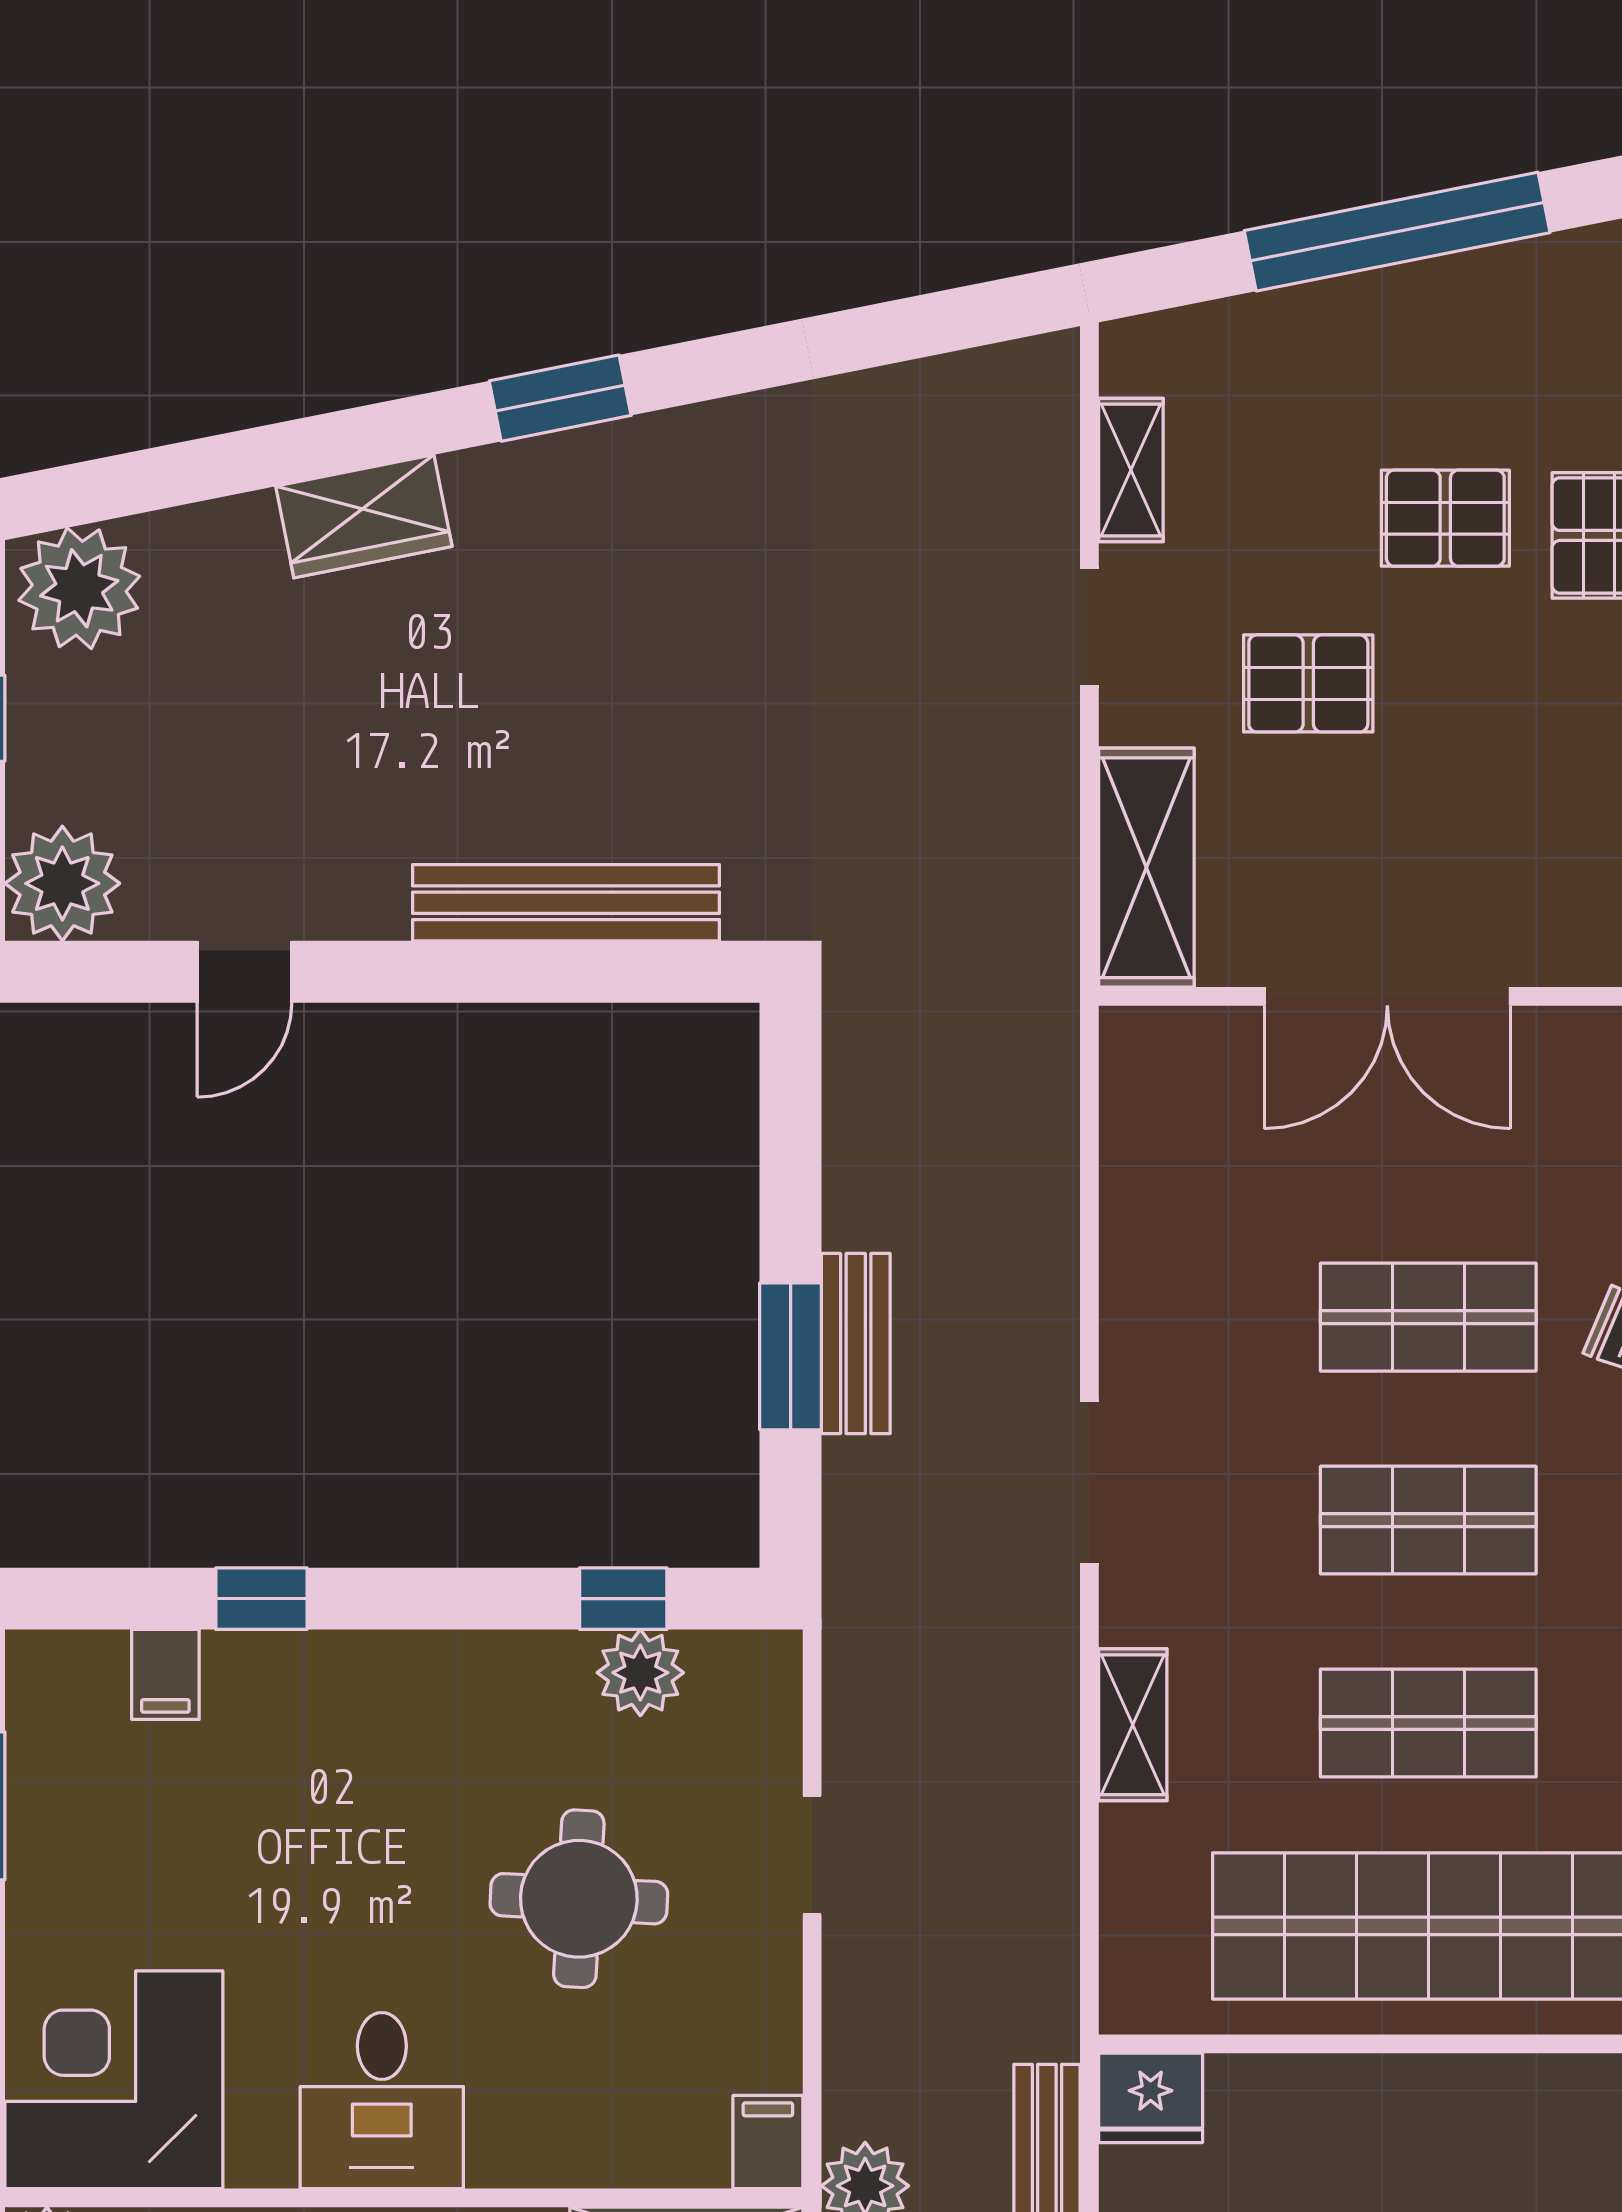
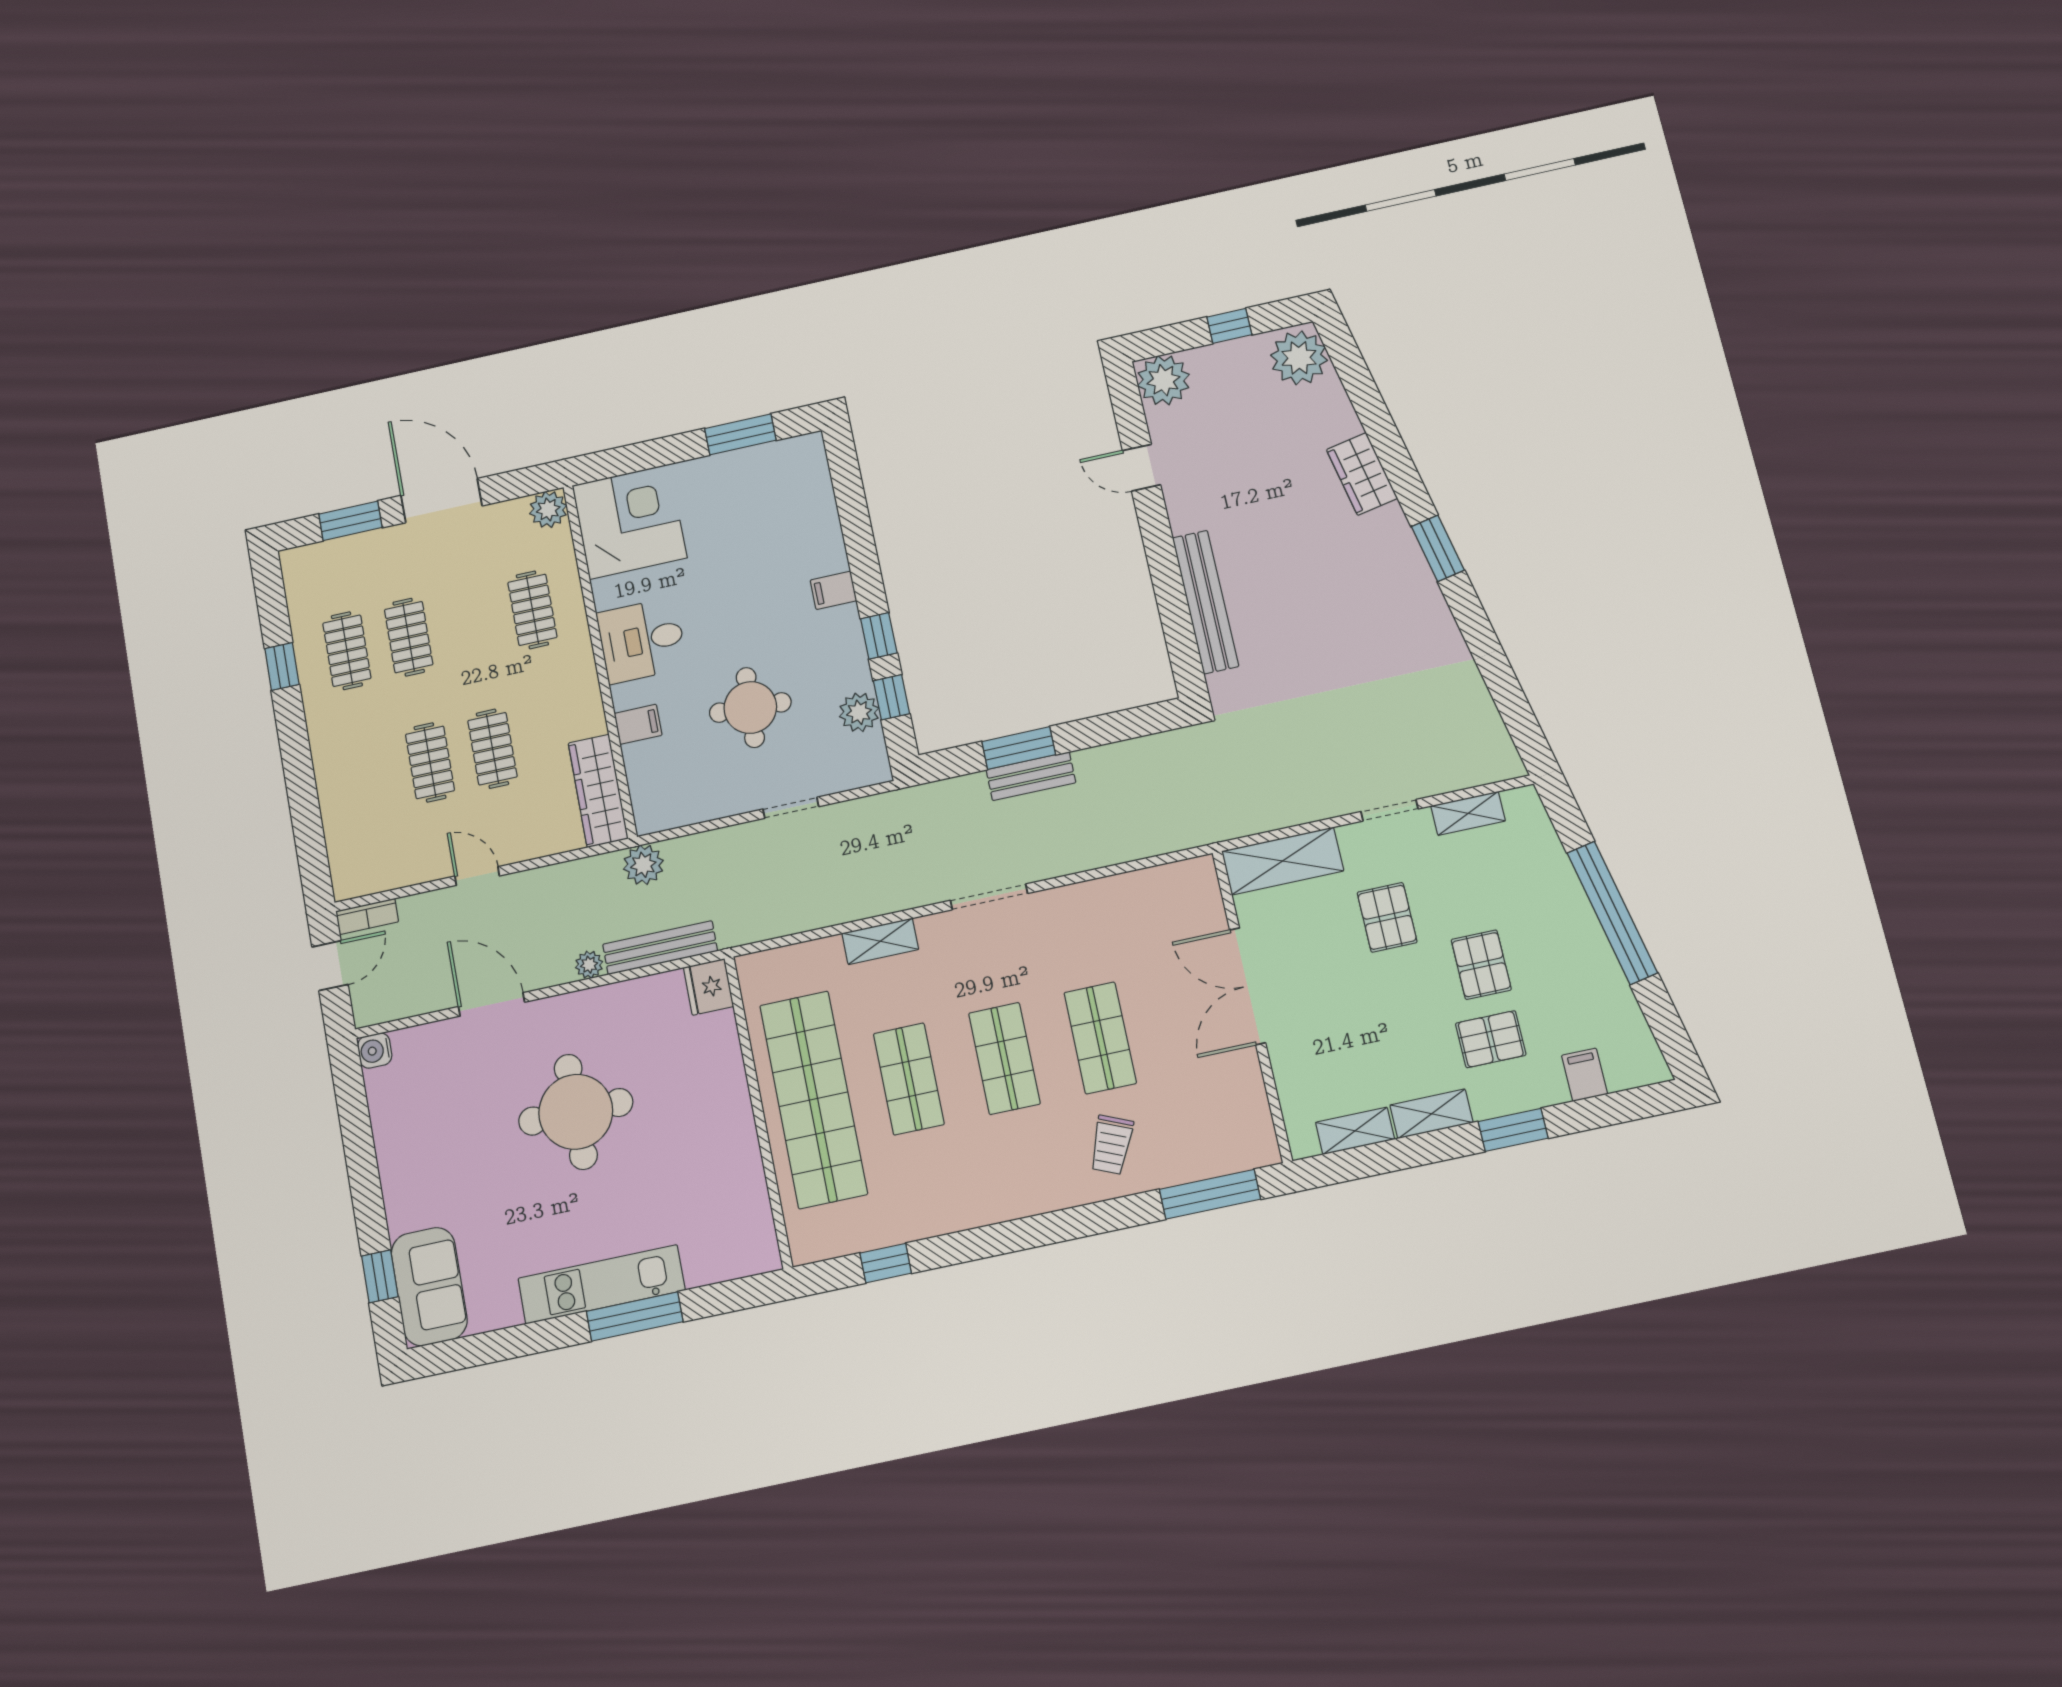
window: (261, 1599) -> (879, 636), moved
filing cabinet: (165, 1674) -> (833, 590), moved
filing cabinet: (768, 2142) -> (638, 724), moved

